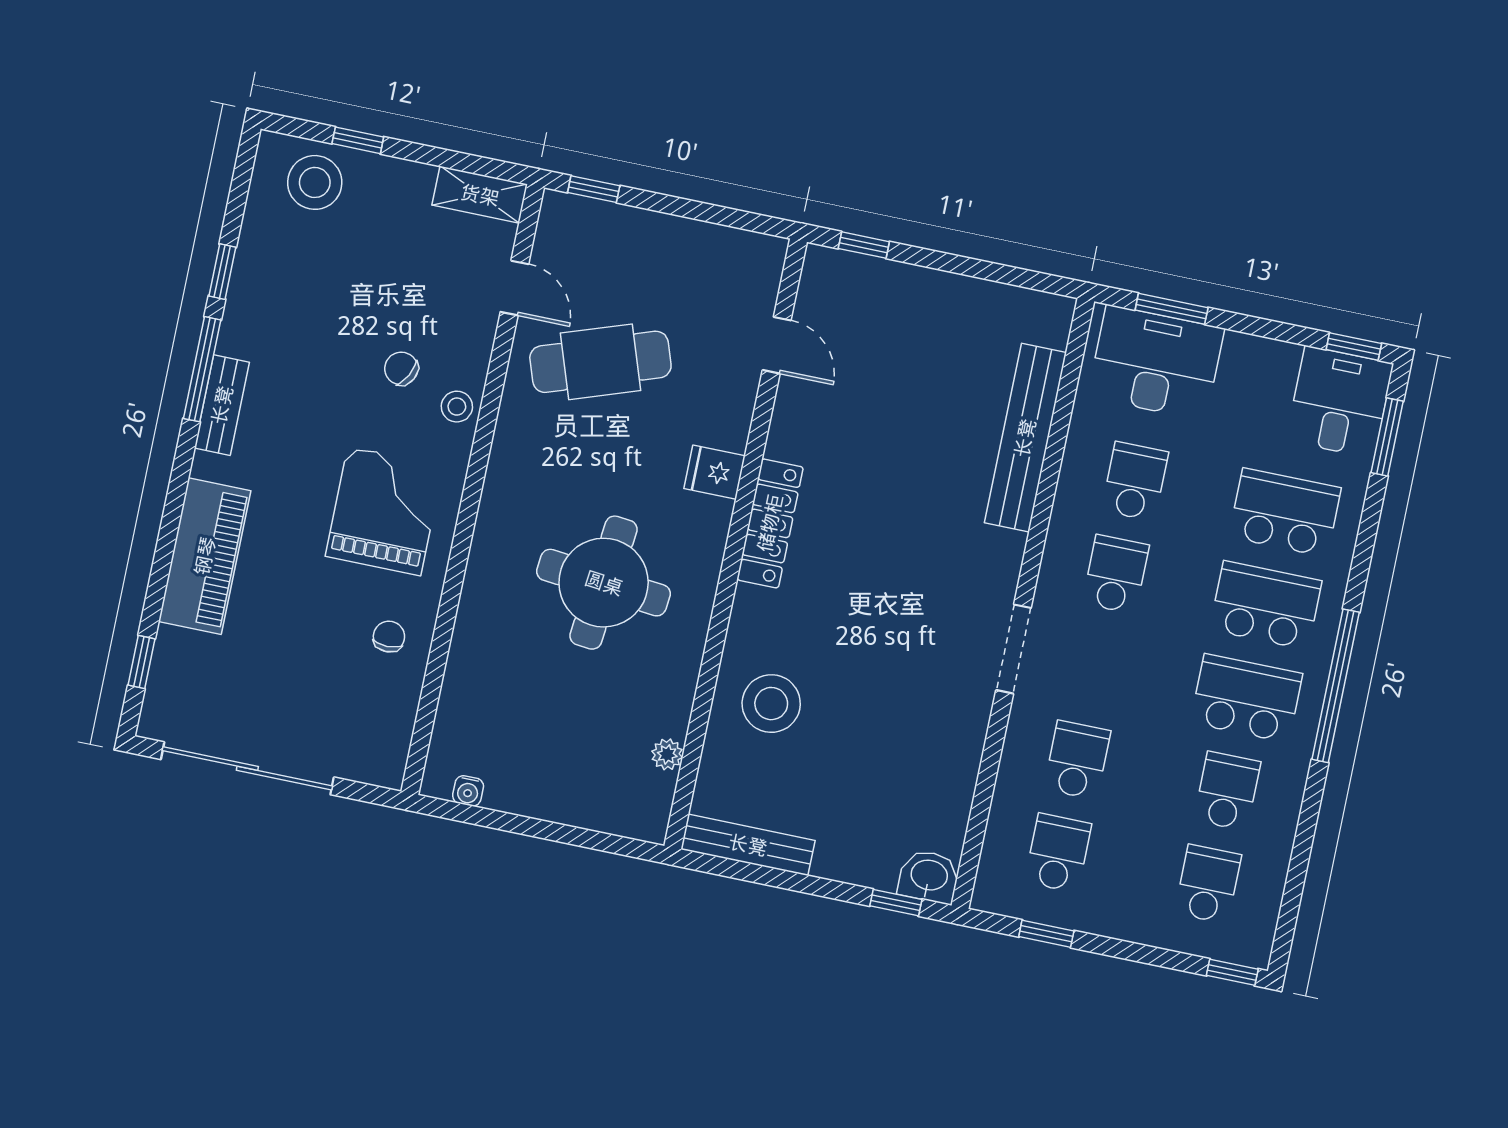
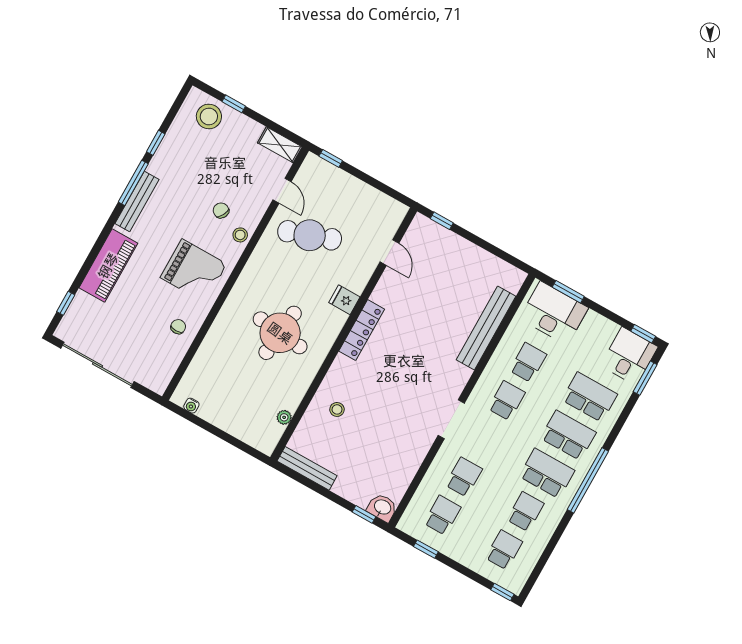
bench: (222, 405) -> (137, 202), width x1.36
grand piano: (384, 511) -> (194, 271), turned 90
stool: (771, 704) -> (337, 409), width x0.53, depth x0.53

